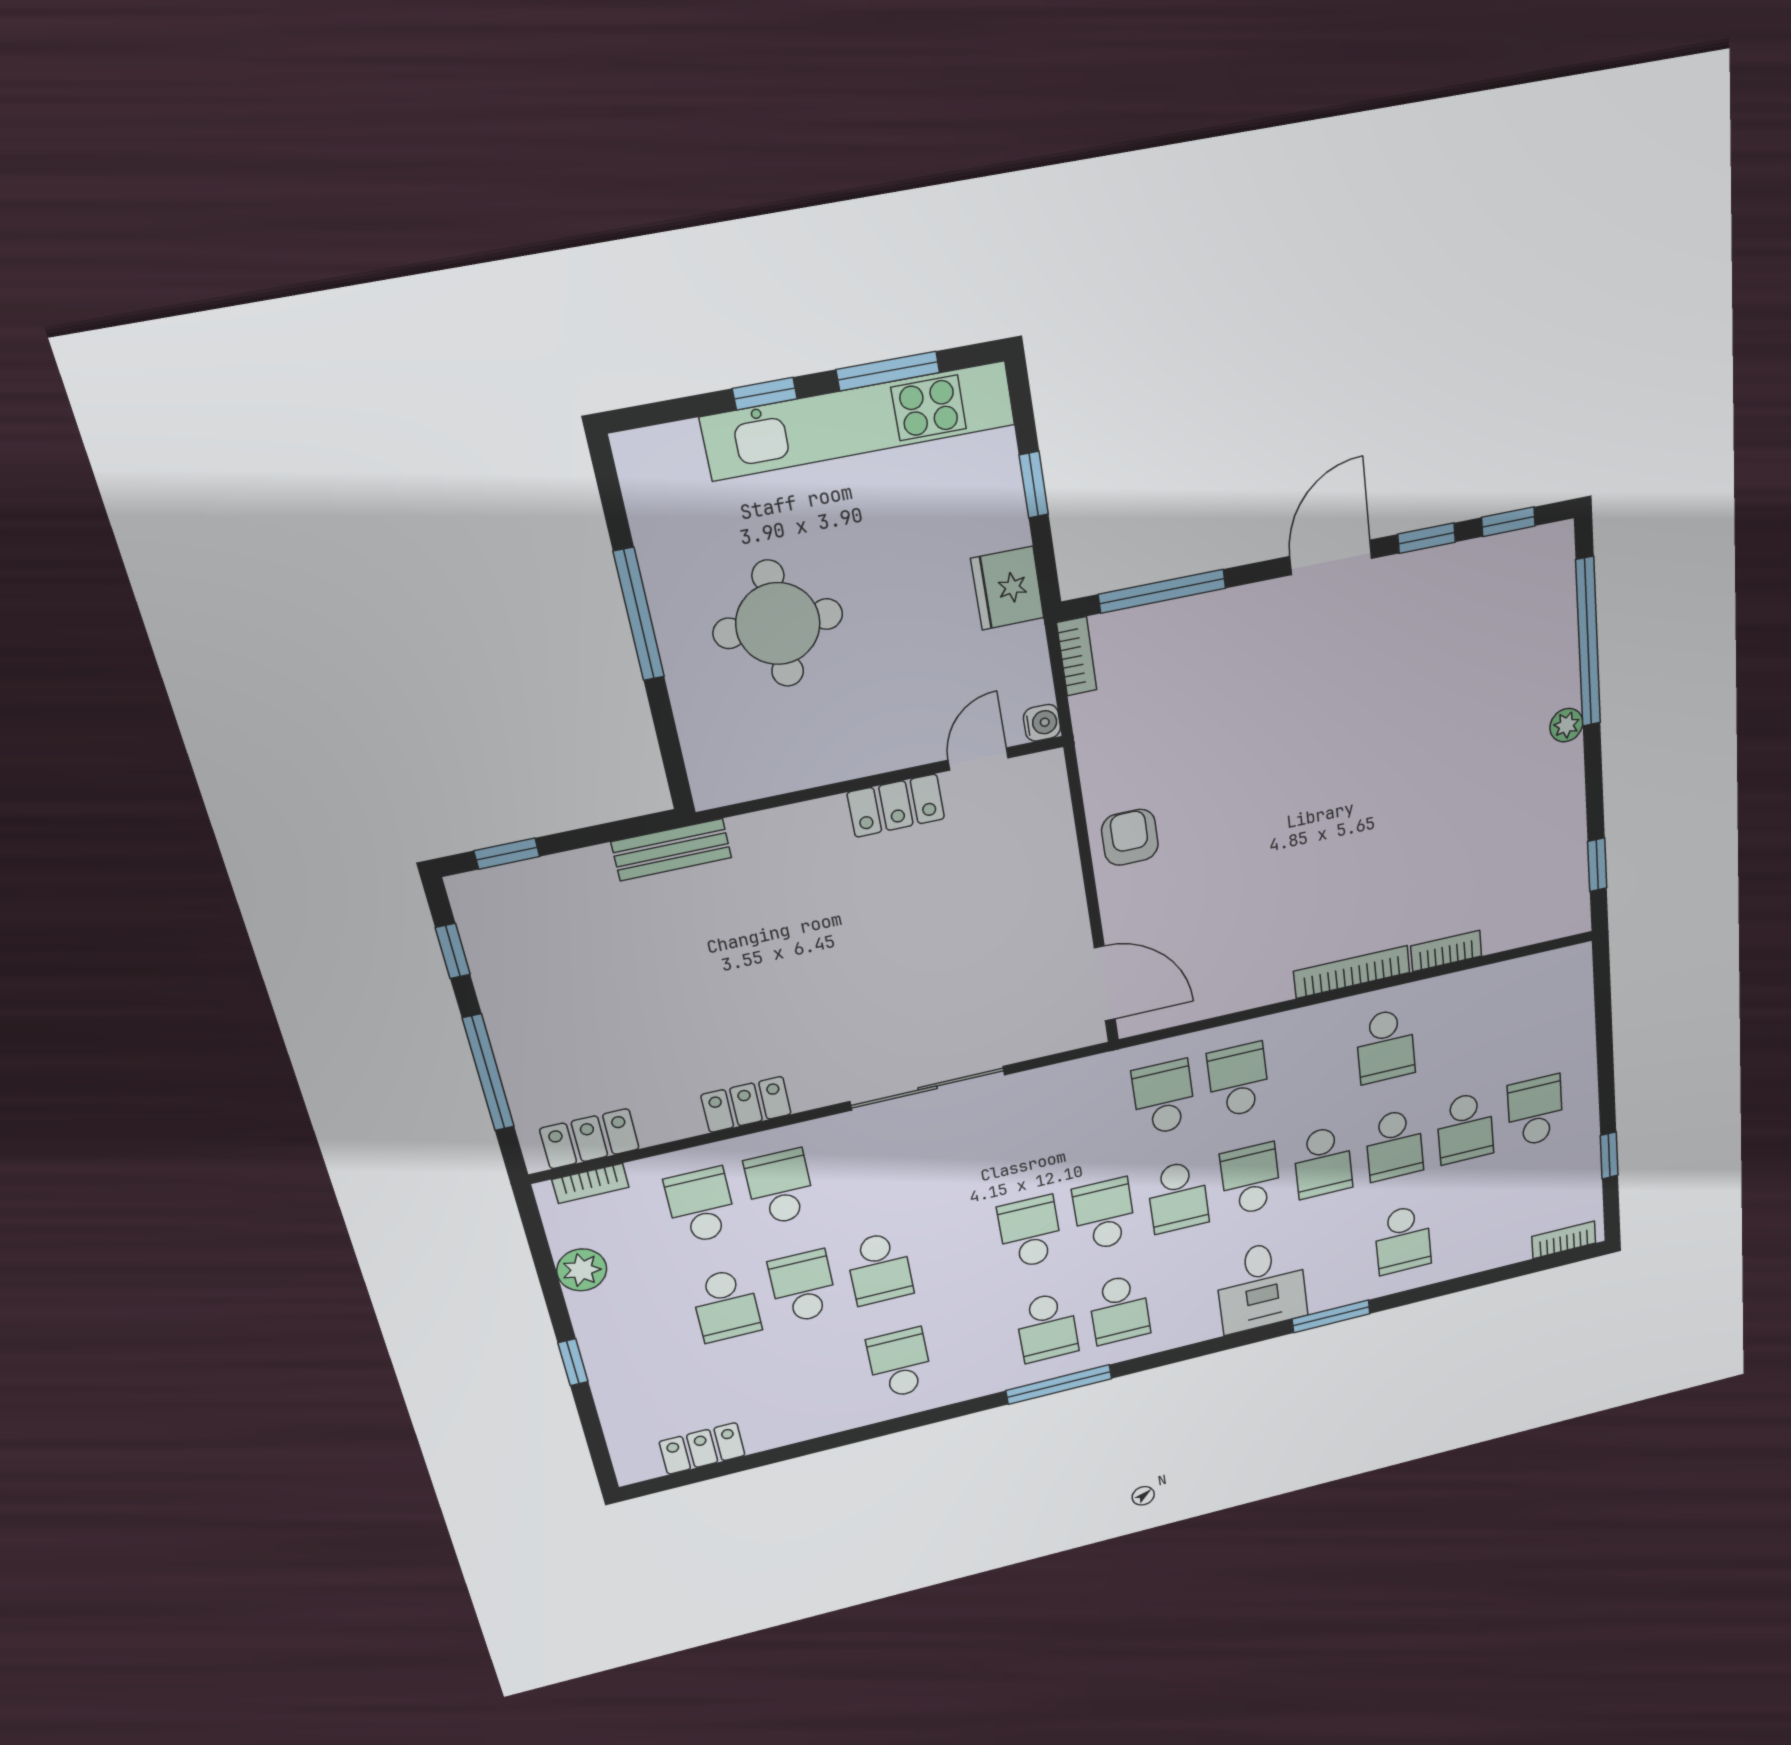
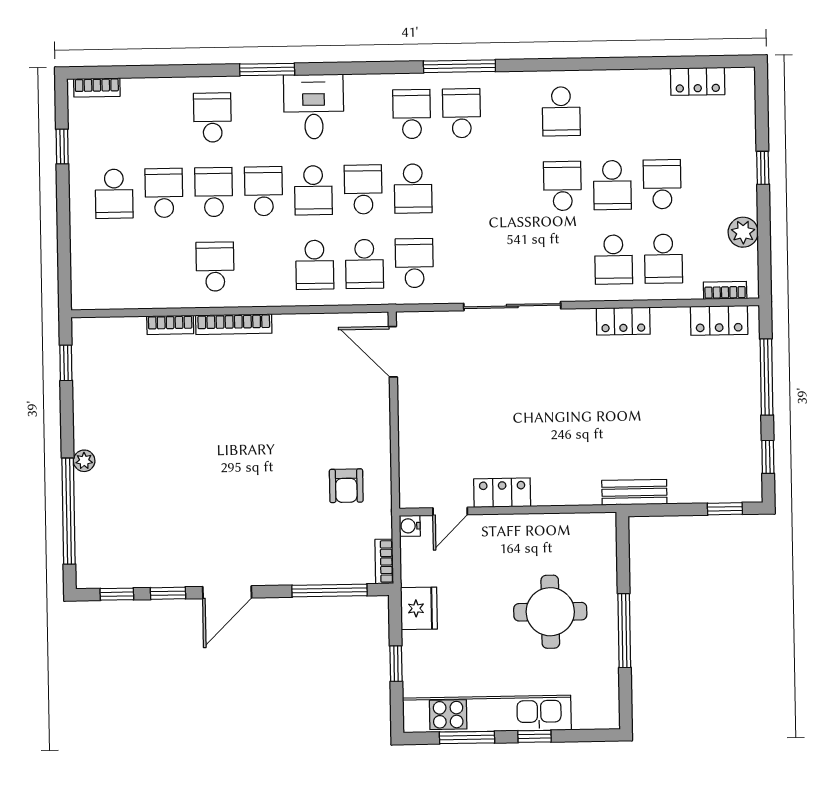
armchair: (1130, 837) -> (346, 486), moved
school desk: (1030, 1232) -> (414, 263), moved, turned 180

